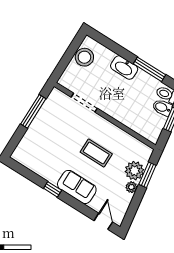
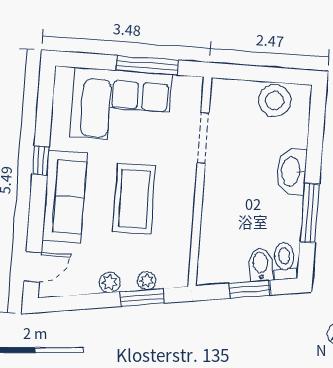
corner sofa: (46, 135) -> (121, 105), added
coffee table: (96, 153) -> (134, 199), width x1.36, depth x1.32
plant: (134, 171) -> (147, 281), width x0.53, depth x0.53
sofa: (77, 187) -> (65, 197), width x1.36

